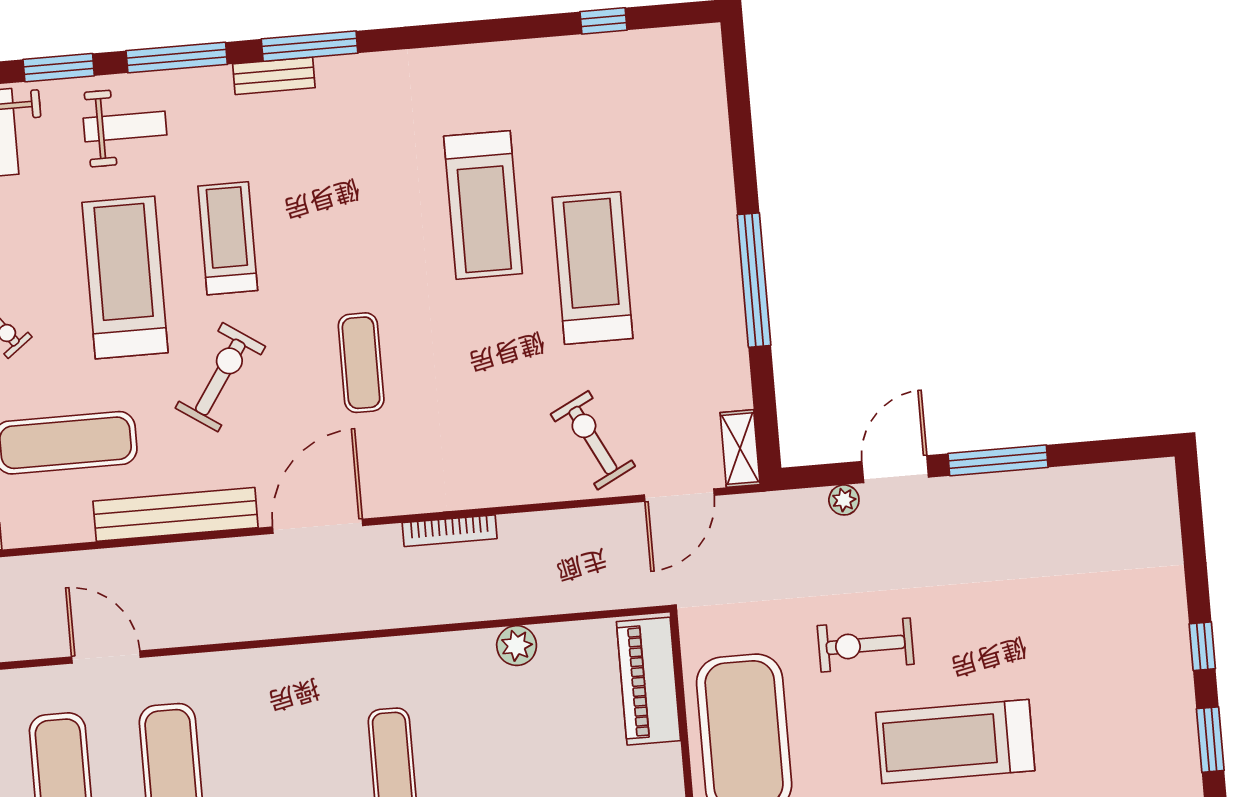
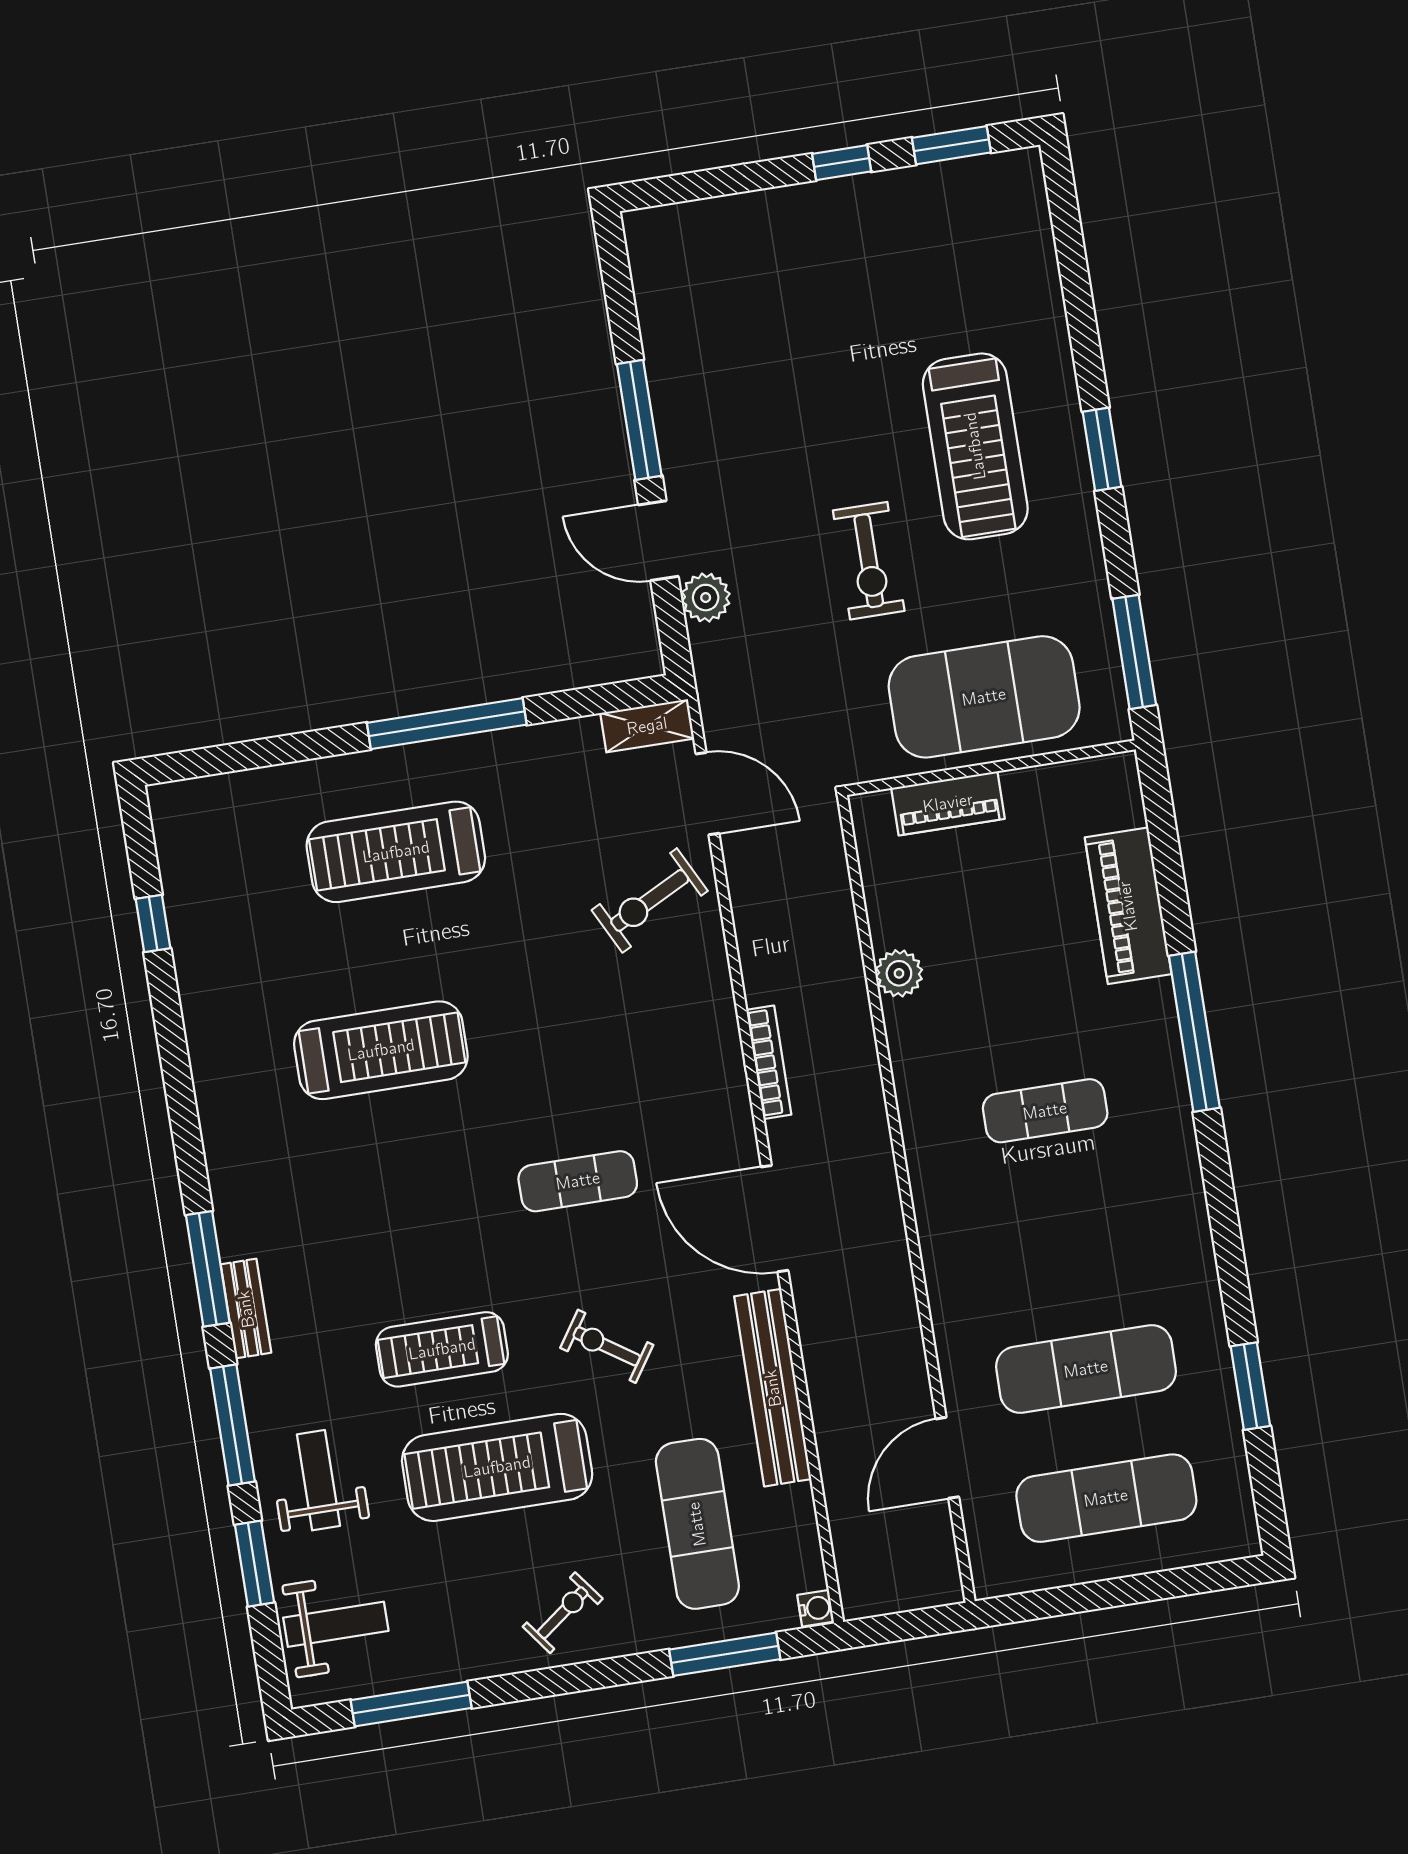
treadmill: (592, 268) -> (396, 852), moved
exercise bike: (220, 377) -> (607, 1346), width x0.73, depth x0.72
plant: (844, 500) -> (706, 598), width x1.38, depth x1.38
piano: (649, 681) -> (948, 803), width x0.73, depth x0.75

